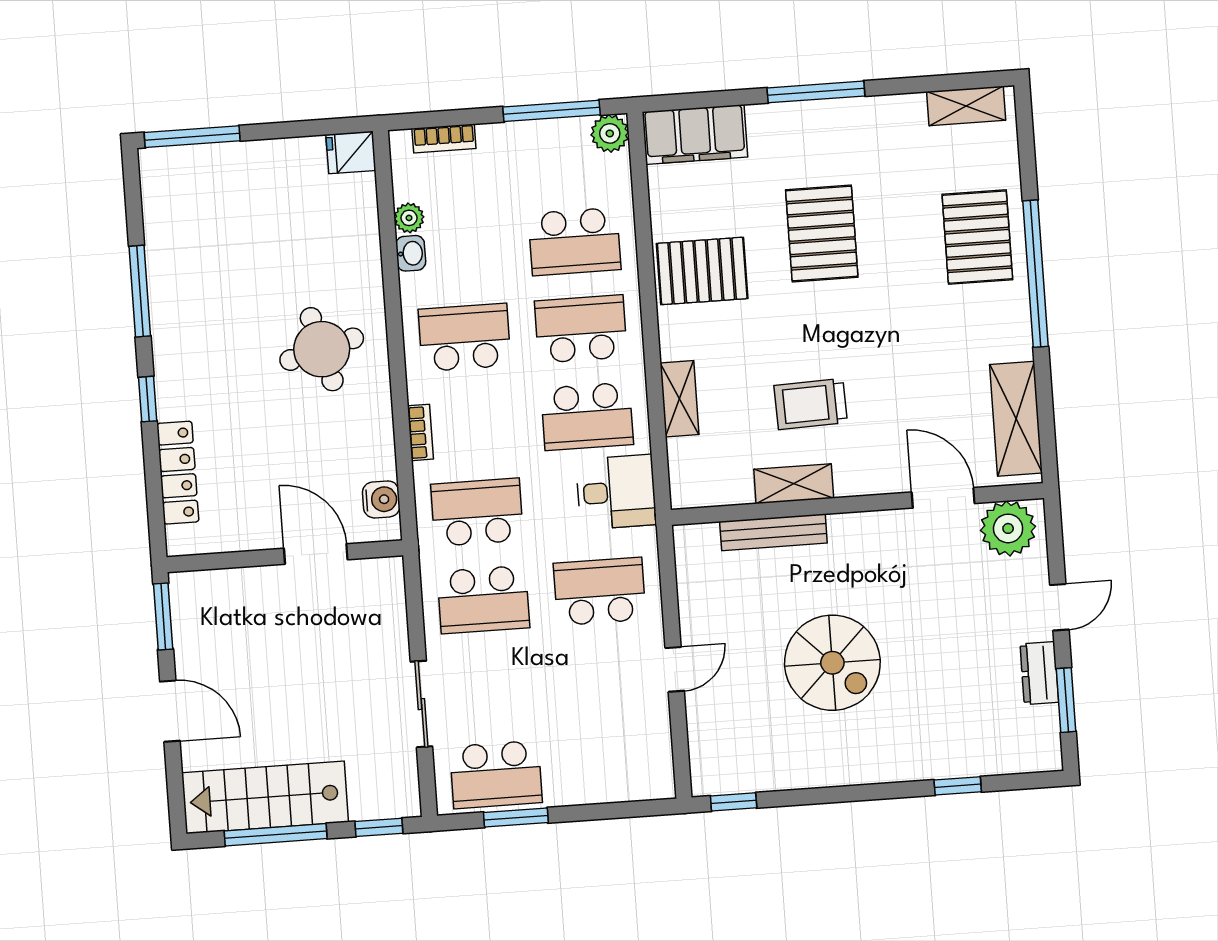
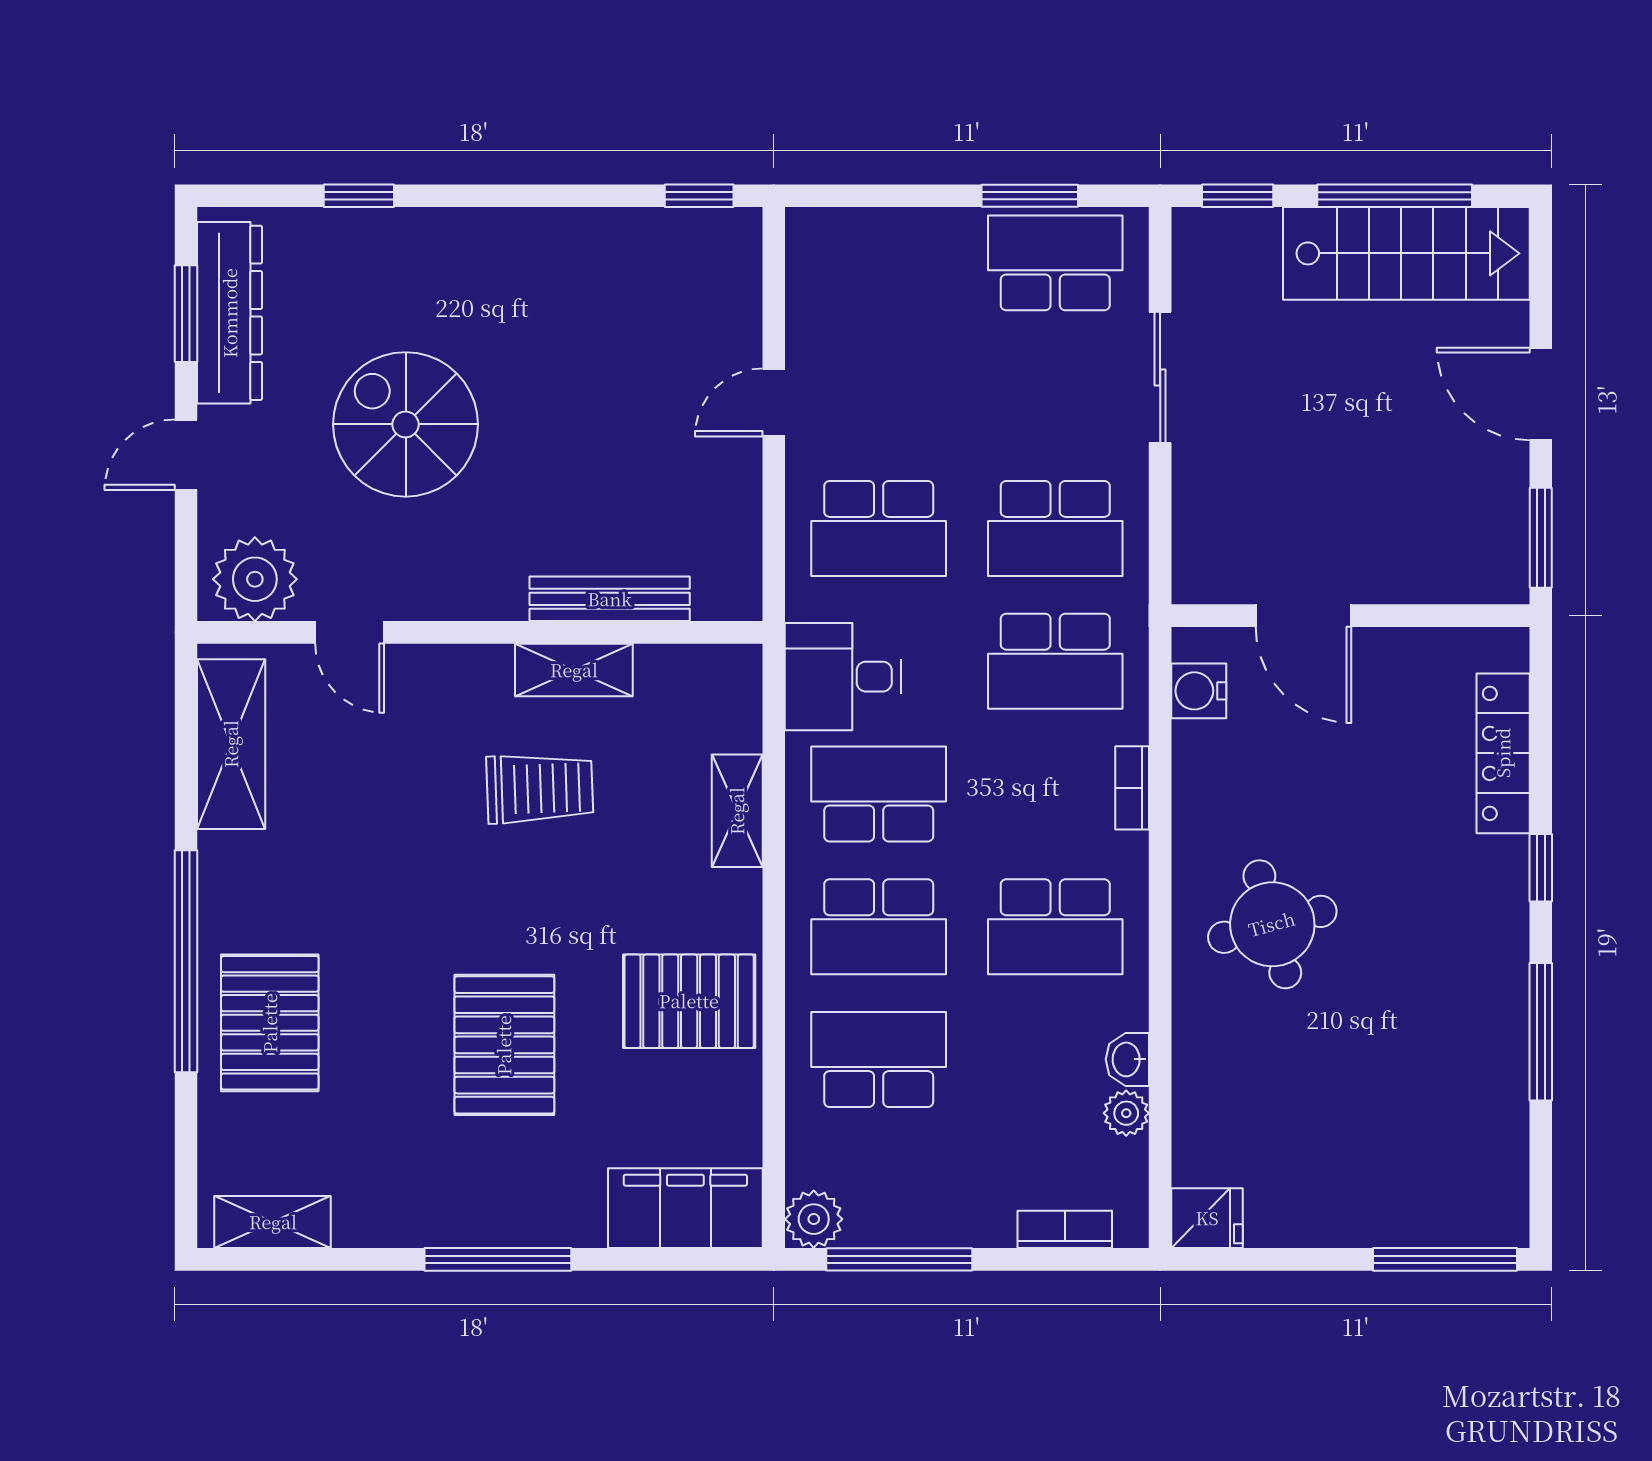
door: (943, 498) -> (350, 632), width x0.73
school desk: (483, 600) -> (1055, 528), turned 180
spiral stairs: (832, 663) -> (406, 424), moved
dresser: (1039, 673) -> (230, 313), width x1.96, depth x1.24

